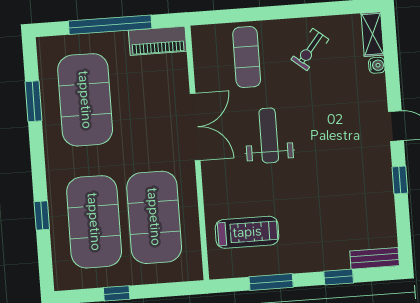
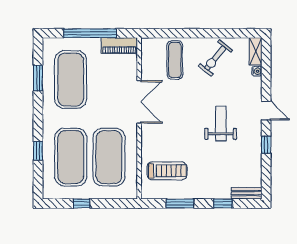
exercise bike: (310, 49) -> (215, 58), width x1.38, depth x1.39
weight bench: (269, 135) -> (221, 123), moved

